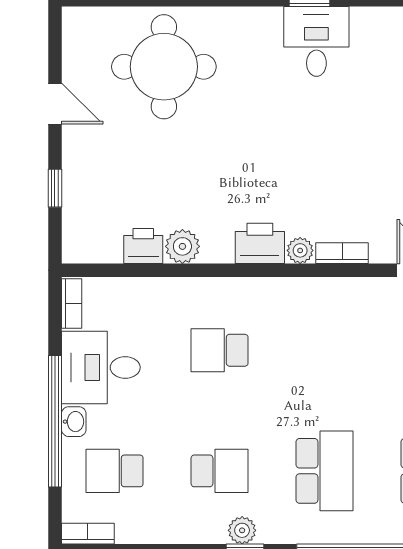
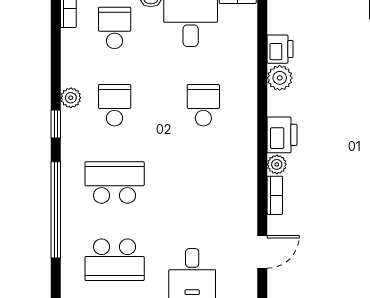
school desk: (220, 471) -> (115, 105), turned 180
school desk: (325, 471) -> (115, 182), turned 180
plant: (242, 530) -> (71, 98), moved

